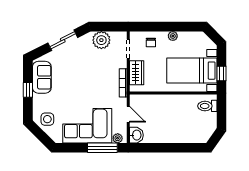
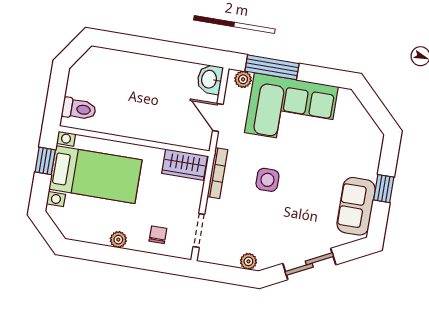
plant: (101, 40) -> (248, 261), width x0.53, depth x0.53
wardrobe: (137, 73) -> (185, 165), moved, turned -90
side table: (47, 119) -> (267, 180), moved

